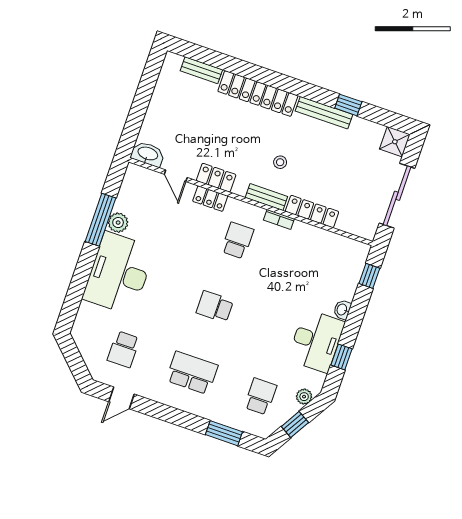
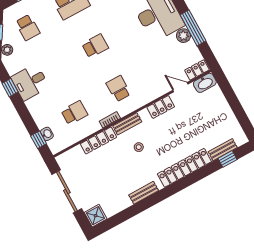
window: (348, 105) -> (228, 159), moved
bench: (324, 113) -> (144, 193), width x0.73
locker: (210, 199) -> (197, 70), moved
school desk: (238, 240) -> (118, 89), turned 180
school desk: (306, 264) -> (74, 113), added
washbasin: (342, 310) -> (47, 134), moved
desk: (316, 341) -> (30, 82), width x0.73

